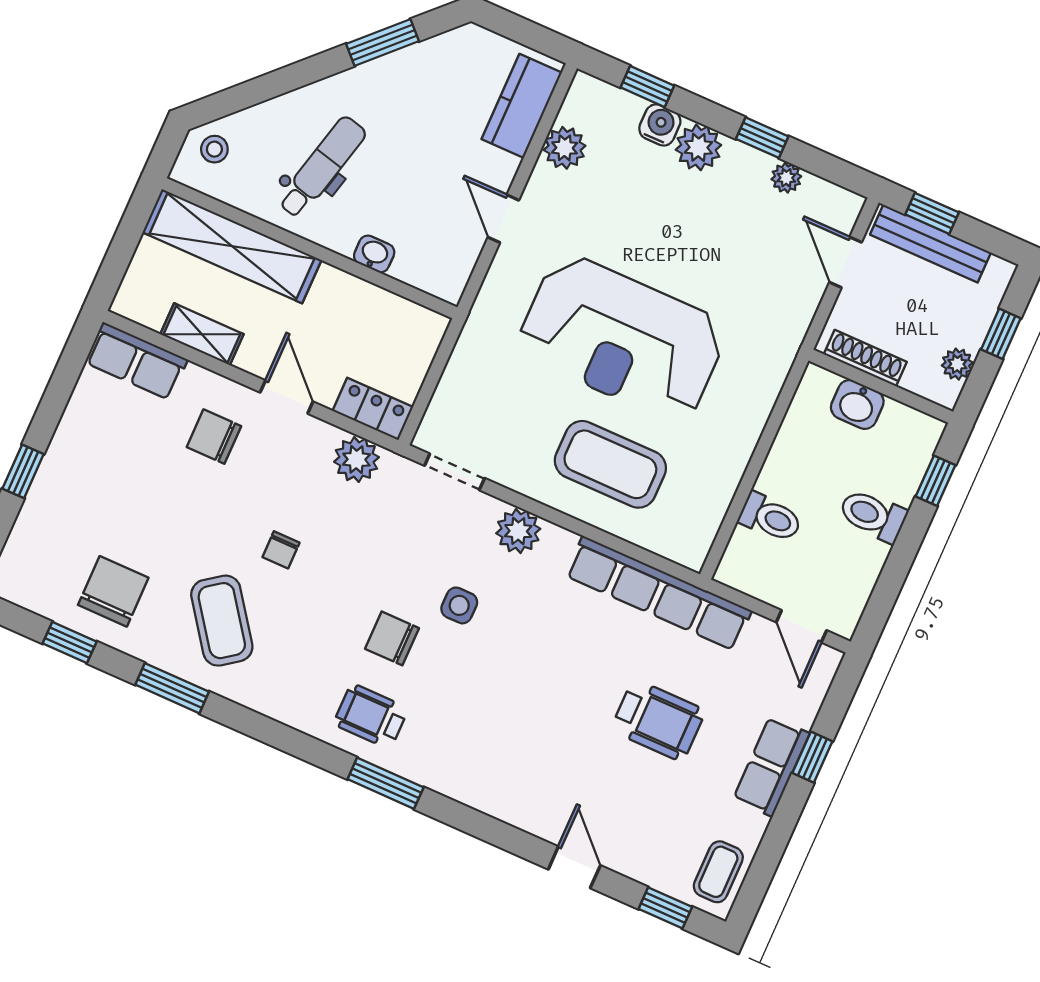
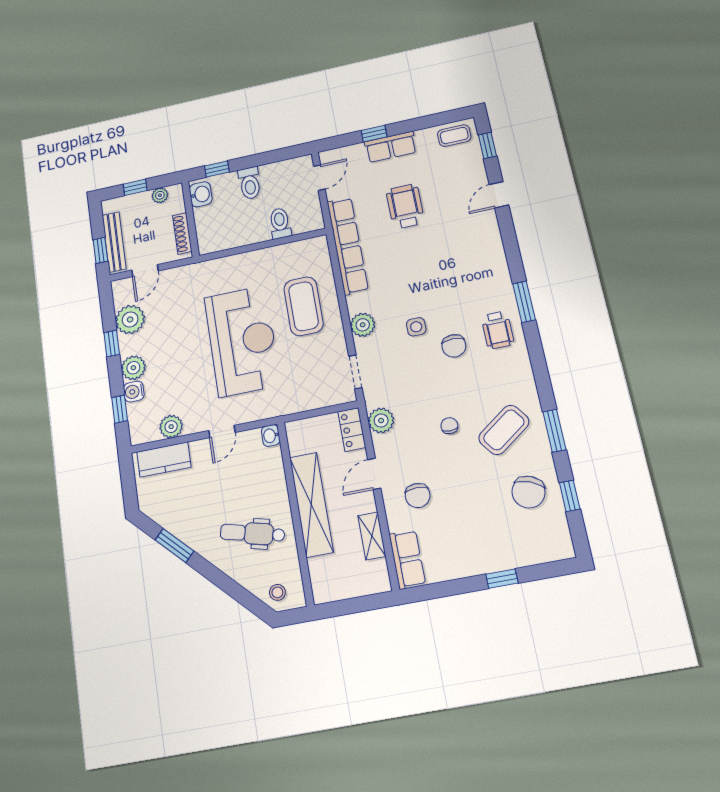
plant: (786, 178) -> (130, 319), width x1.88, depth x1.88
shelving: (232, 246) -> (311, 504), moved
washbasin: (374, 254) -> (271, 436), moved
washbasin: (857, 404) -> (201, 194), moved
chair: (281, 550) -> (449, 426), turned -90
chair: (113, 591) -> (528, 492), turned -69

